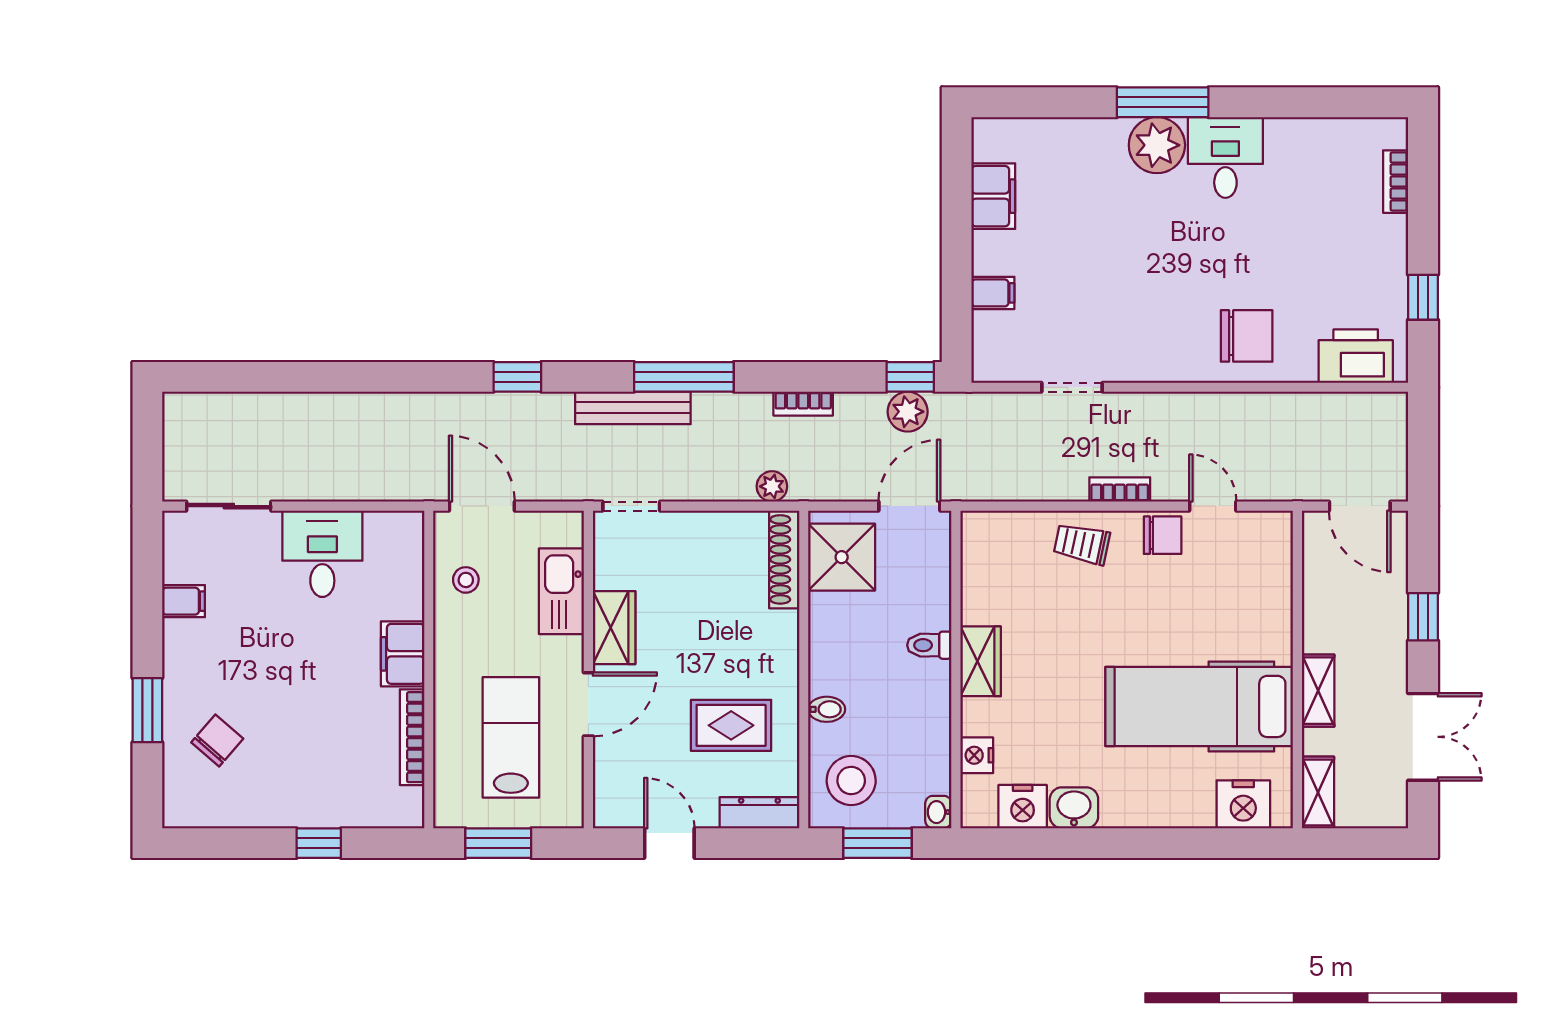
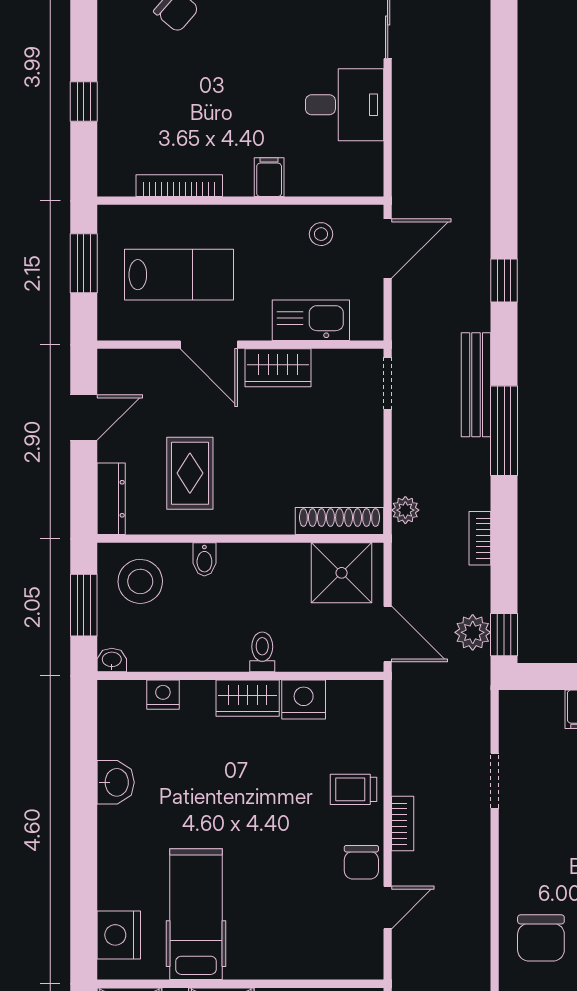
trolley: (1082, 544) -> (354, 789), turned -102
filing cabinet: (403, 654) -> (269, 177), width x0.50
hospital bed: (1199, 706) -> (196, 914), width x0.73, depth x0.78
nightstand: (1023, 807) -> (304, 699), moved, turned 90

